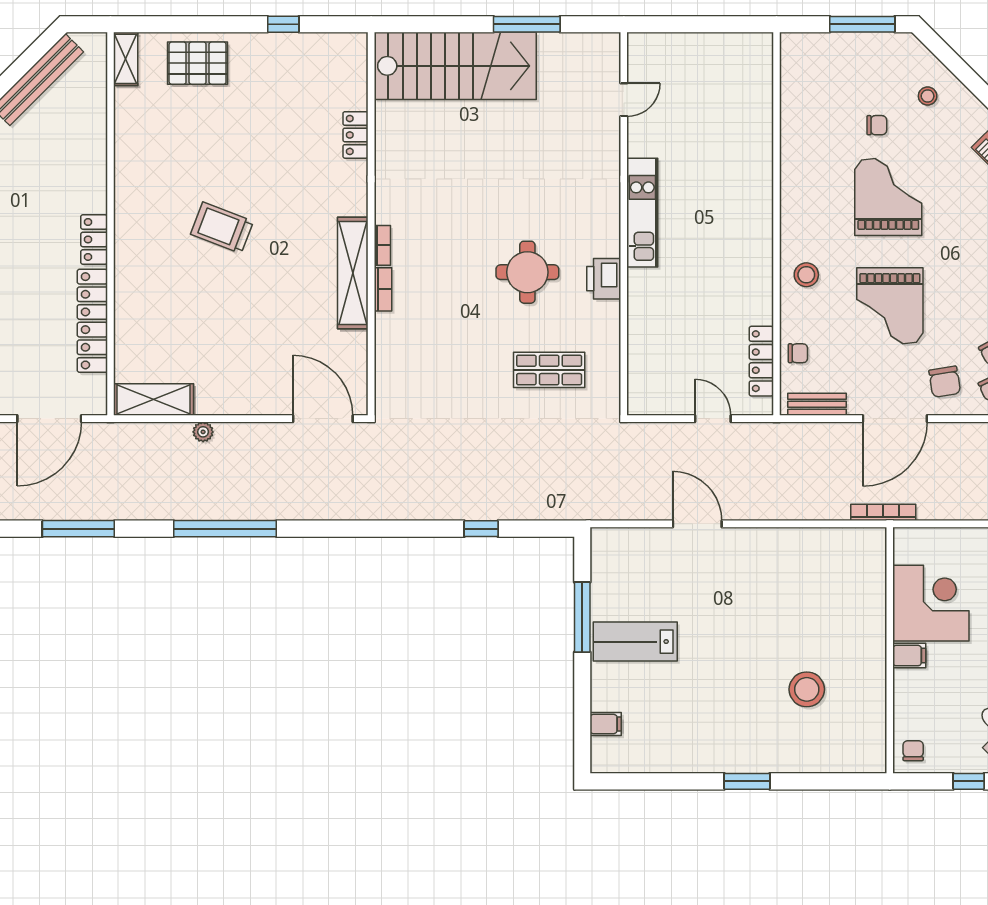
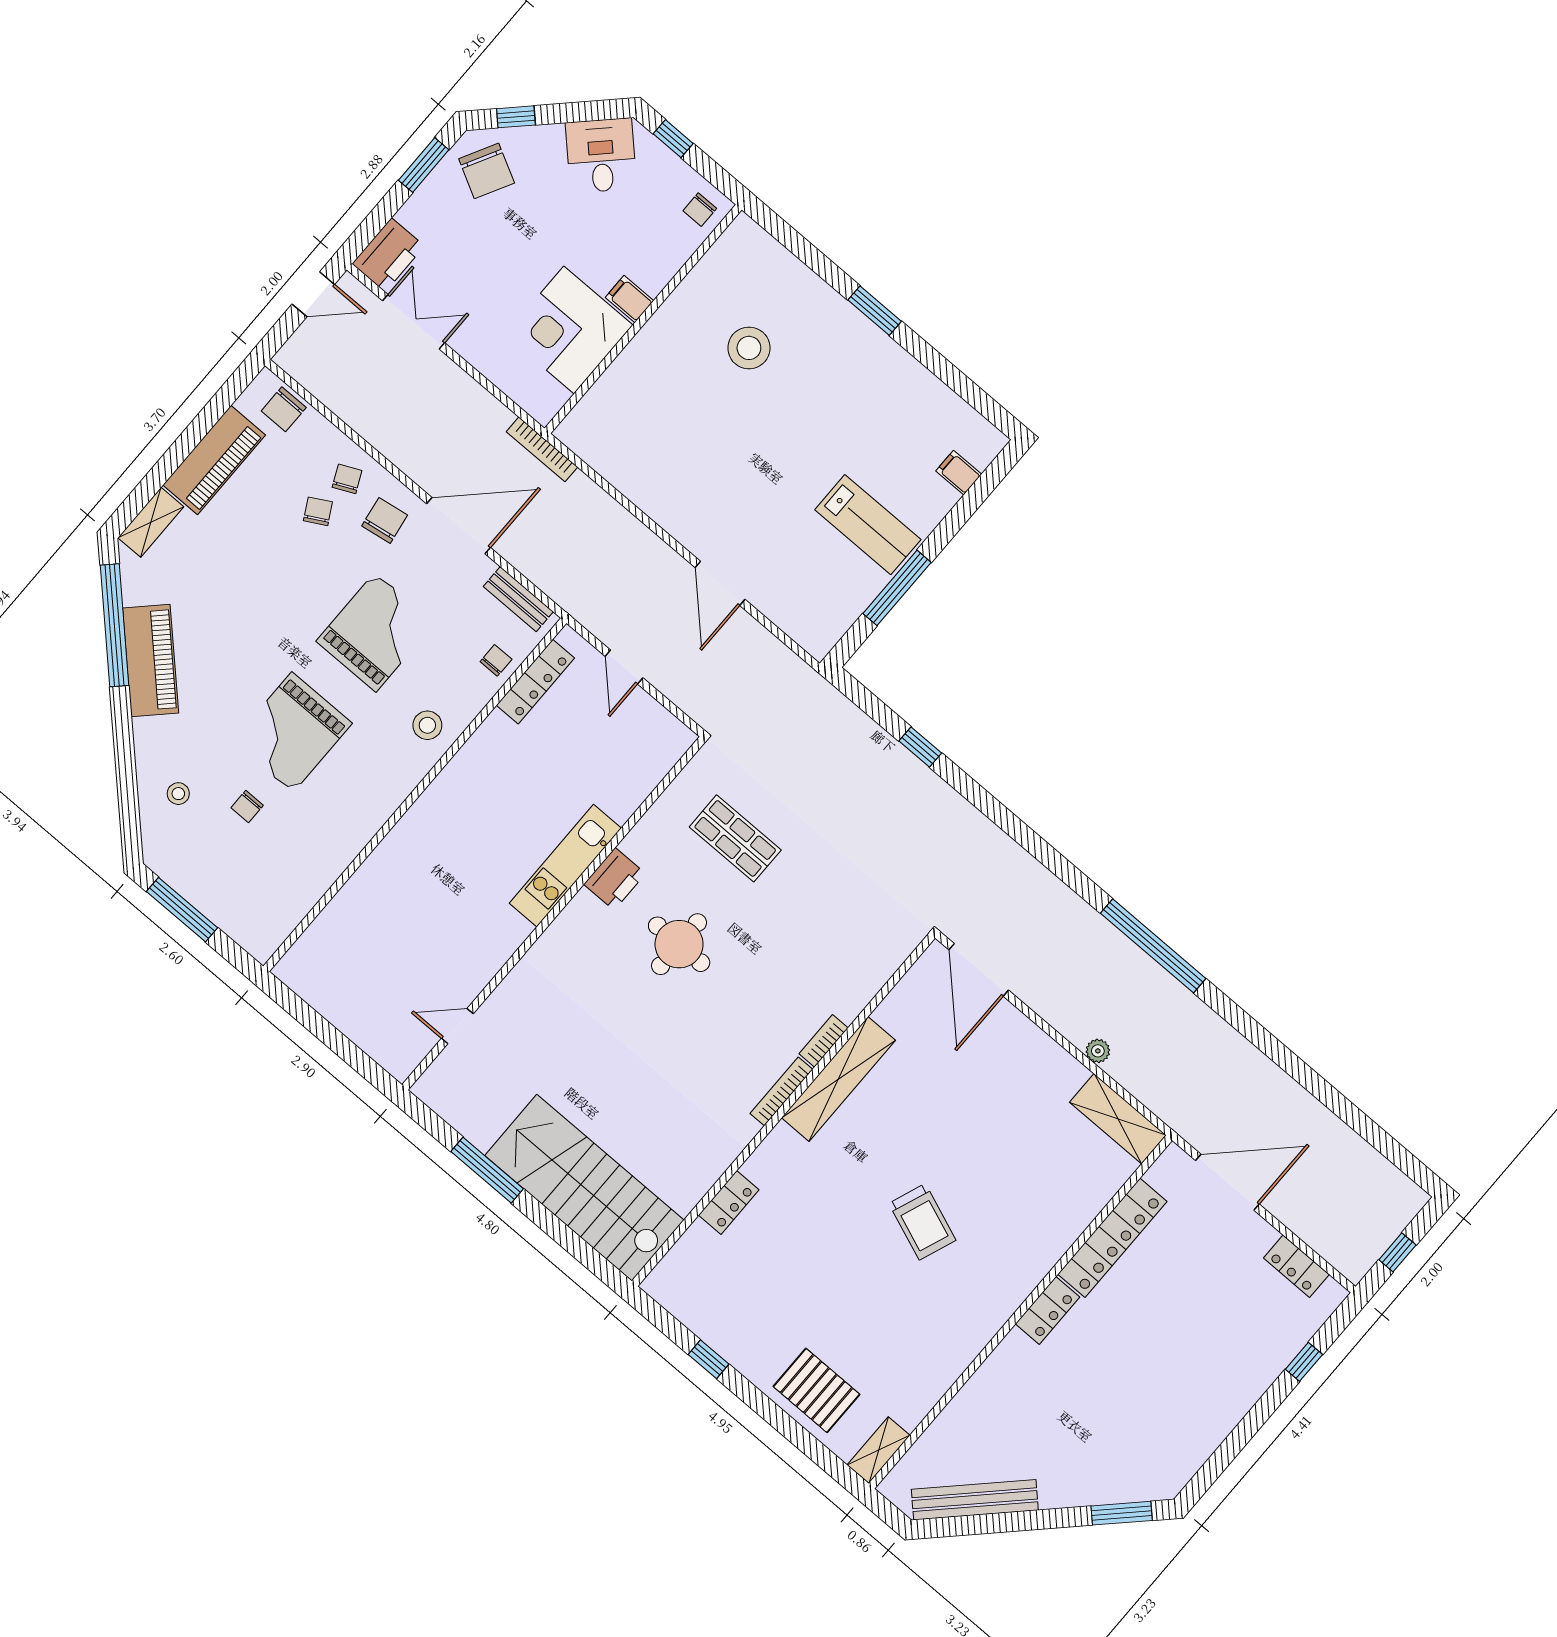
chair: (877, 125) -> (247, 806), turned -90
kitchen unit: (642, 213) -> (565, 866), moved
bookcase: (382, 245) -> (781, 1091), width x1.56
chair: (798, 353) -> (496, 660), turned 90
window: (78, 529) -> (1286, 1060), removed

